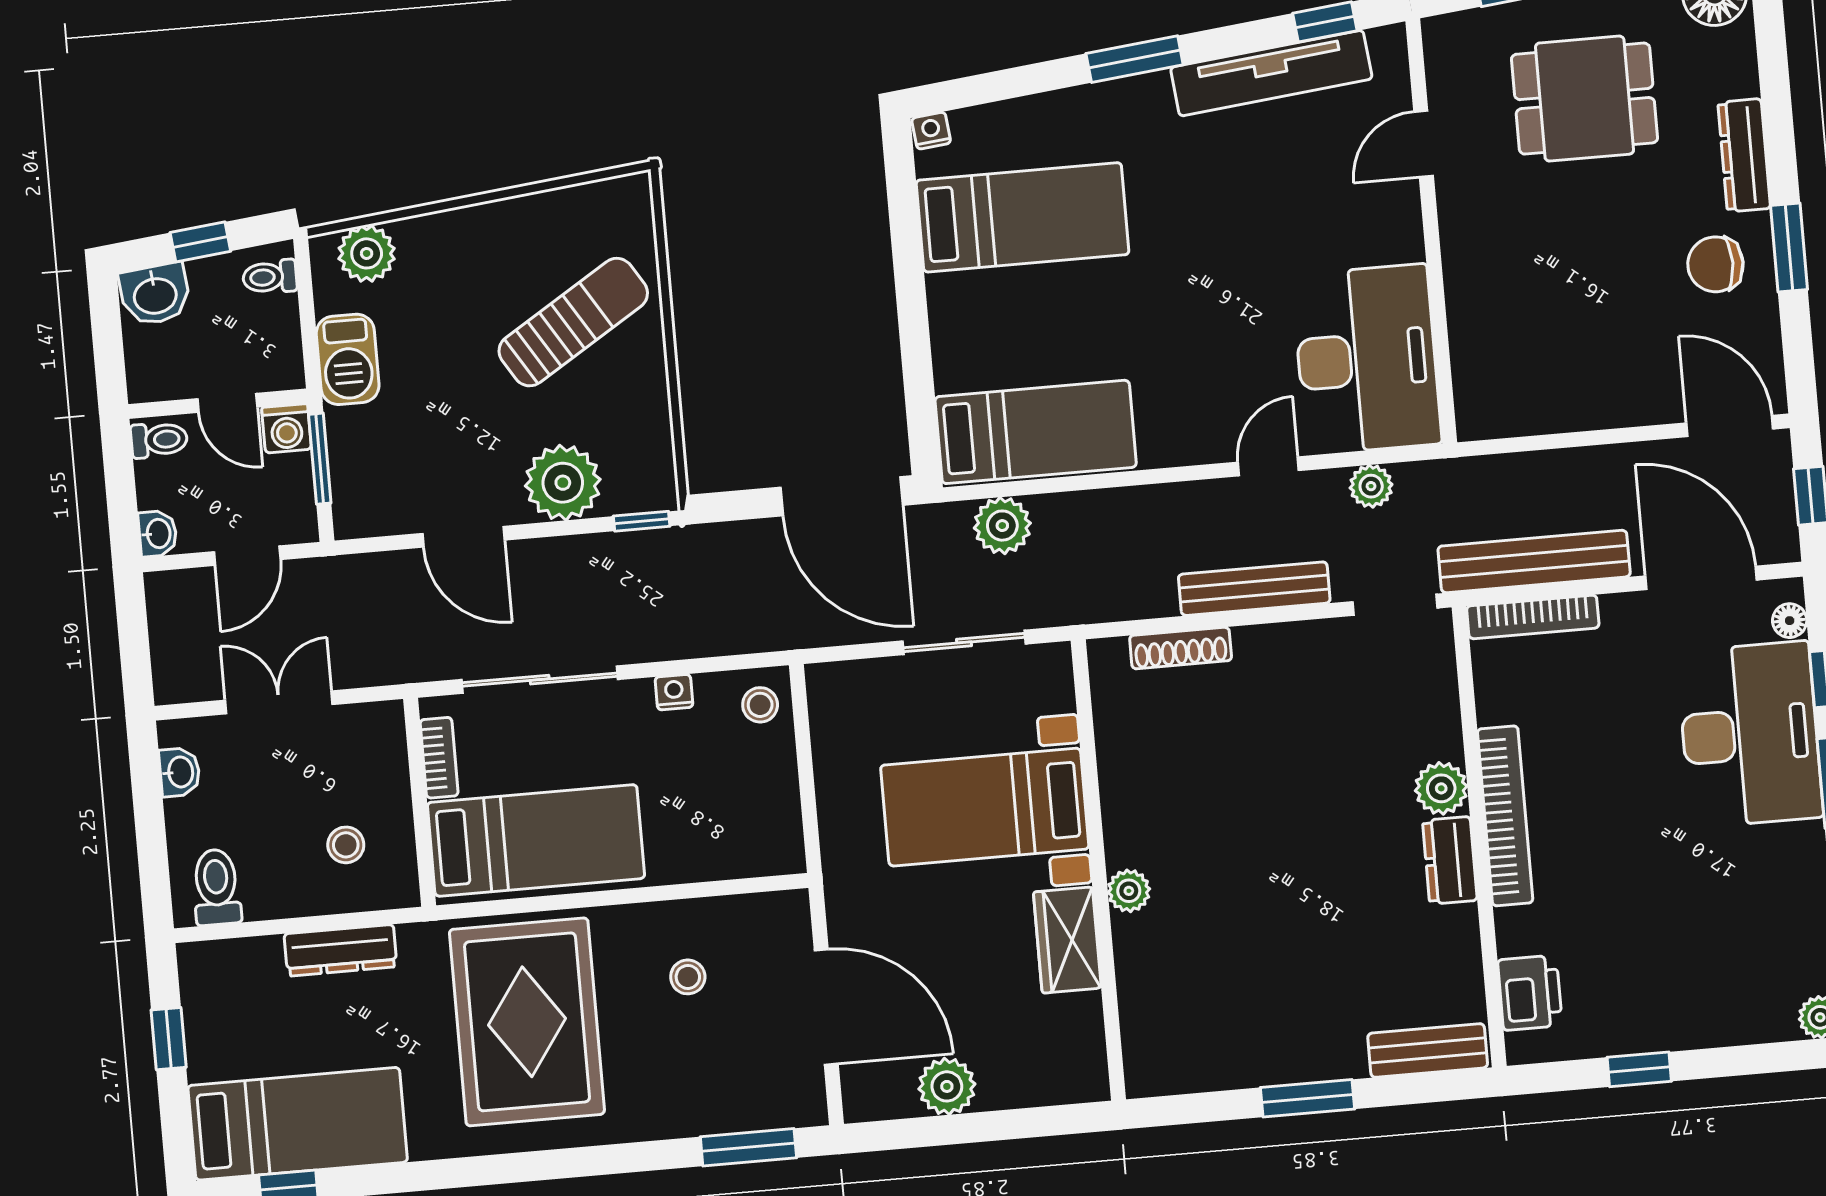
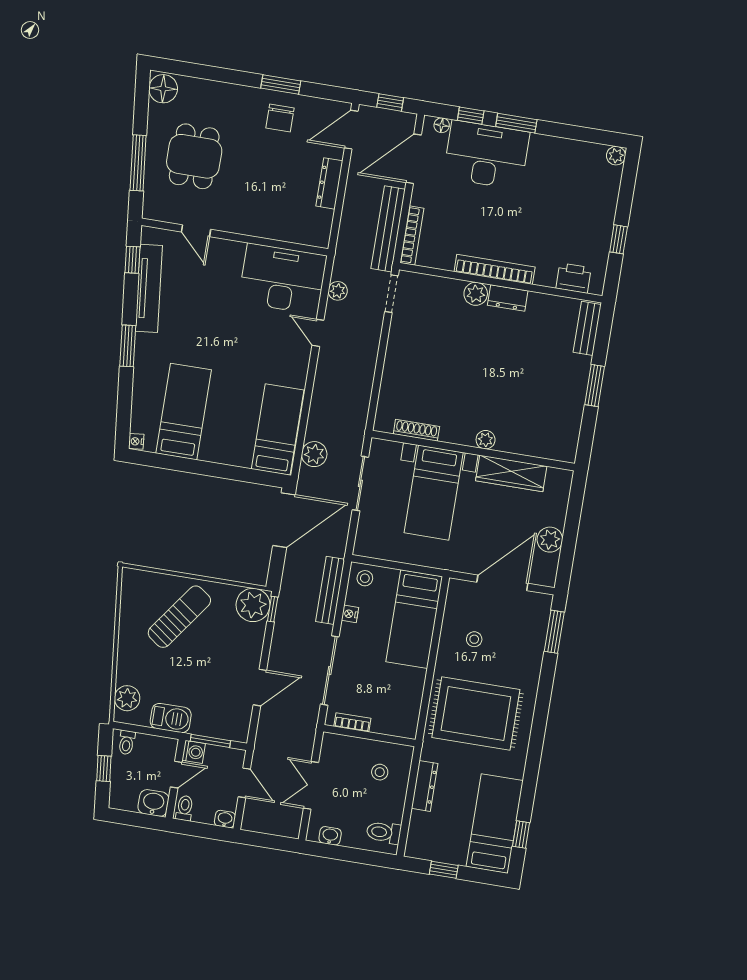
dresser: (1744, 155) -> (329, 183), moved, turned 90
washbasin: (155, 294) -> (153, 803), moved, turned -84
sun lounger: (573, 322) -> (179, 617), turned 68
plant: (563, 483) -> (253, 605), moved
bench: (1254, 589) -> (330, 590), moved
shoe rack: (1181, 648) -> (416, 430), moved, turned -90
bed: (536, 840) -> (414, 619), moved, turned 180
wardrobe: (1067, 940) -> (511, 473), width x1.50

